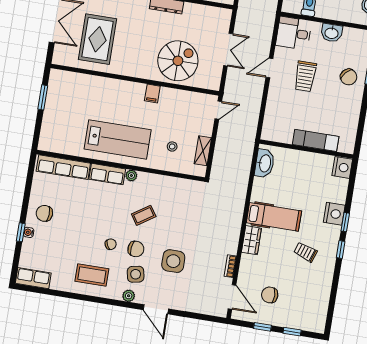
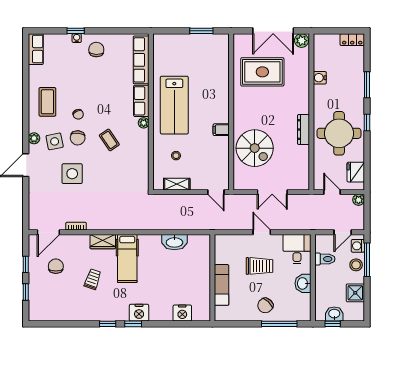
trolley: (305, 76) -> (259, 266), turned 180
exam couch: (316, 140) -> (222, 285), moved
wall: (306, 149) -> (212, 278), moved
trolley: (305, 252) -> (93, 279), moved

